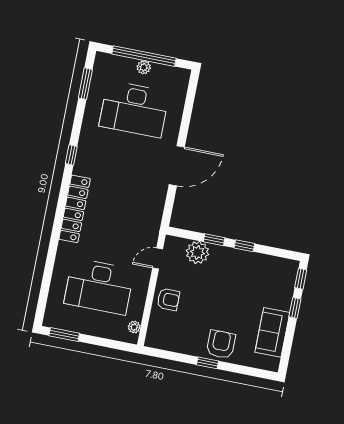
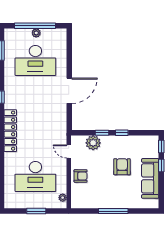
door: (158, 258) -> (69, 151), hinge flipped
sofa: (272, 332) -> (150, 178), width x1.36
window: (64, 334) -> (36, 211), moved
armchair: (221, 344) -> (122, 167), moved
window: (208, 363) -> (113, 211), width x2.17

